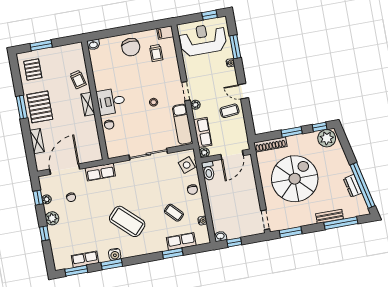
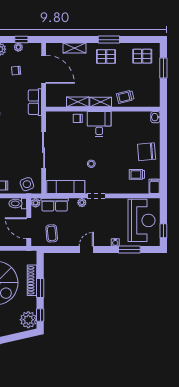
pallet: (40, 107) -> (106, 57), width x0.67, depth x0.71
coffee table: (229, 111) -> (52, 233), moved
shelving: (92, 128) -> (78, 102), added
shoe rack: (270, 145) -> (32, 280), moved

